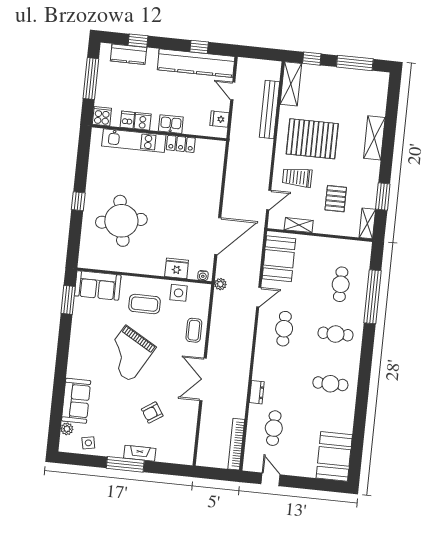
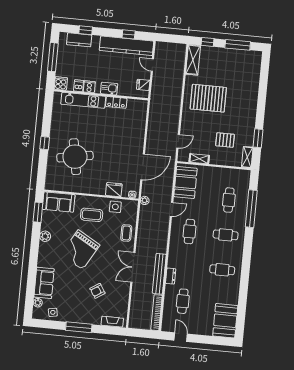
bench: (269, 109) -> (159, 274), moved
shelving: (374, 138) -> (252, 97), removed
trolley: (297, 177) -> (198, 125), removed
pallet: (336, 199) -> (225, 140), turned 90
plant: (78, 334) -> (45, 236), added
fireplace: (140, 453) -> (112, 322), moved

